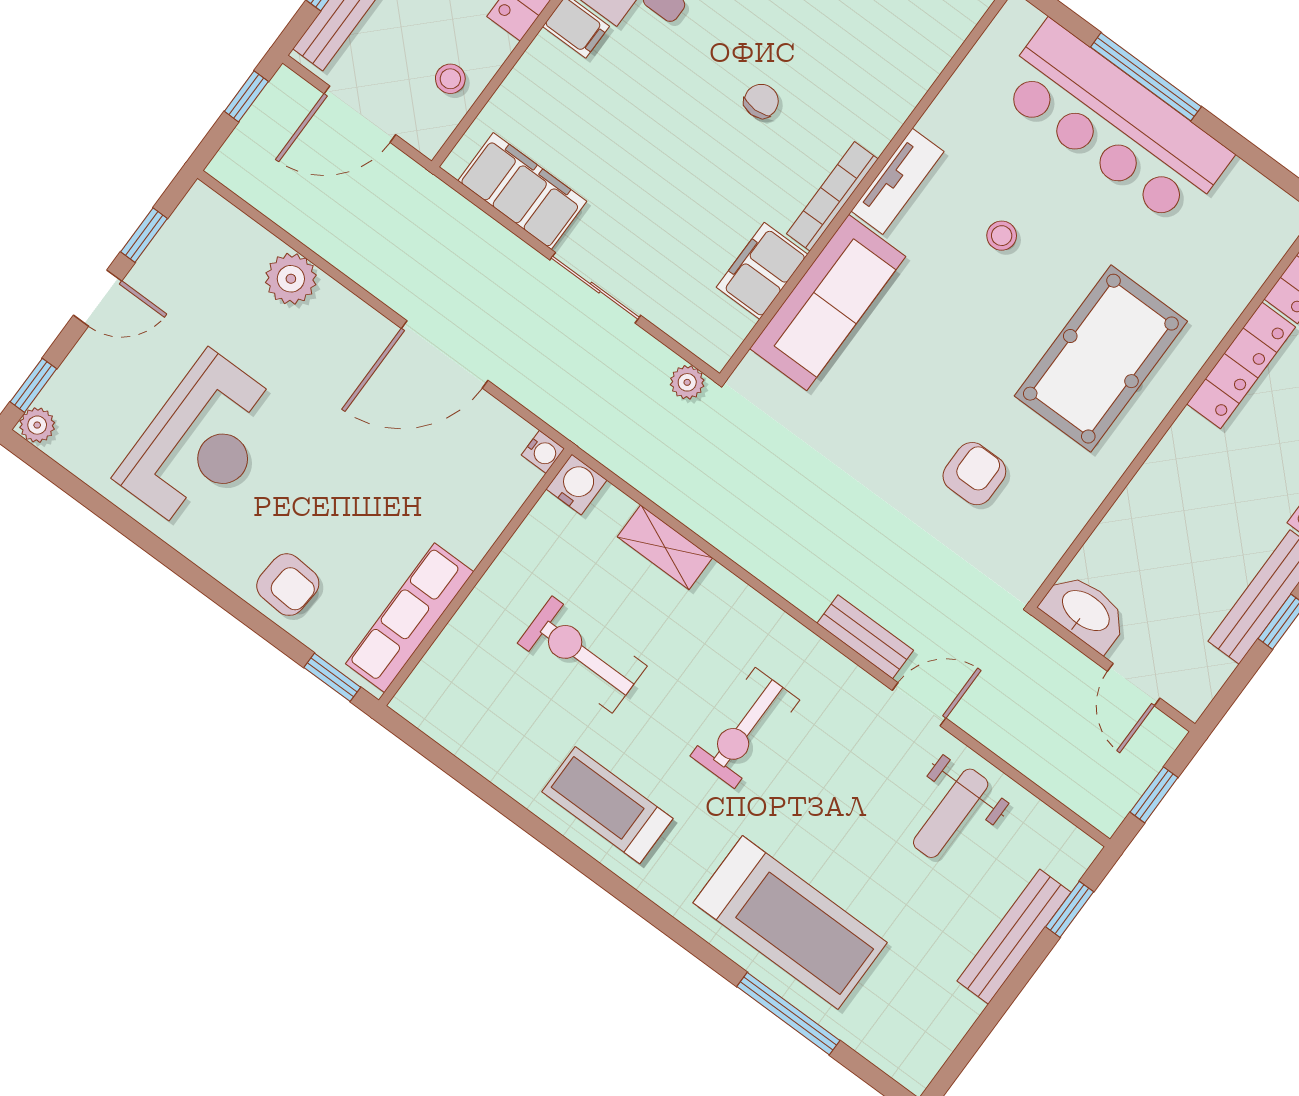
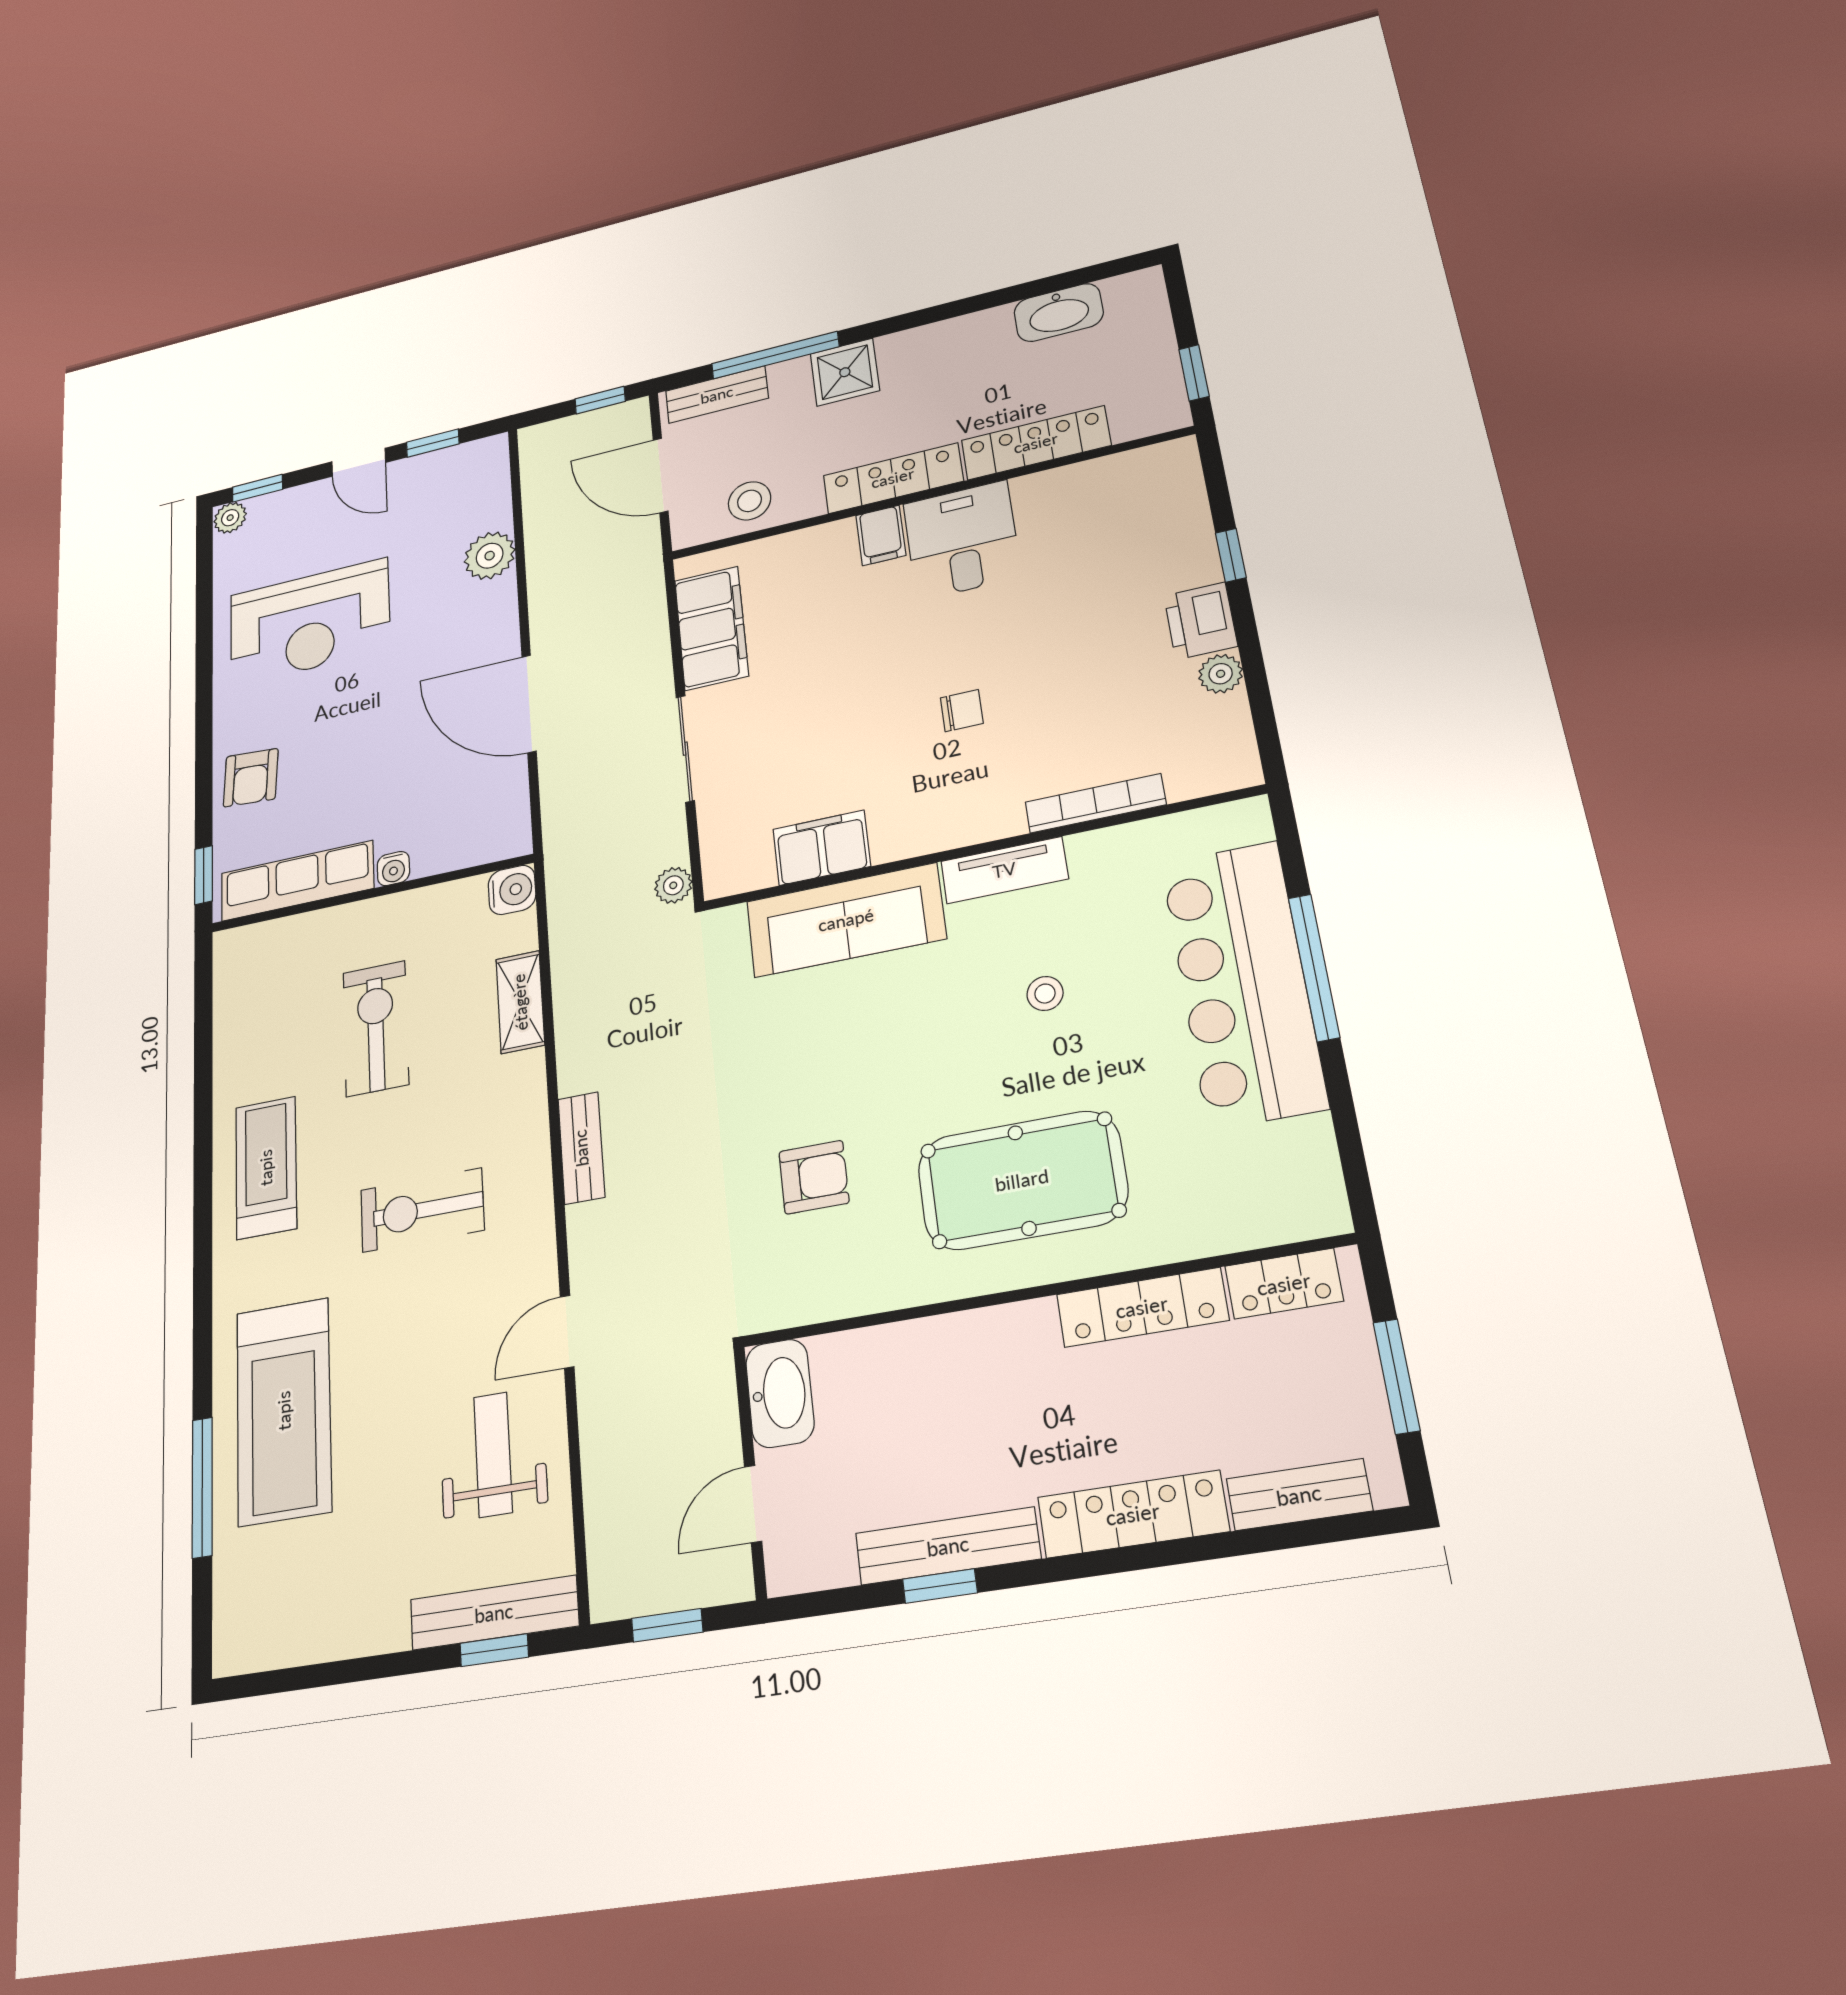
stool: (450, 79) -> (750, 501), width x1.37, depth x1.37
bookcase: (832, 196) -> (1095, 803), moved
water cooler: (543, 452) -> (393, 869), moved
bench: (865, 637) -> (581, 1148), moved
door: (919, 704) -> (567, 1332), swing flipped
weight bench: (951, 813) -> (493, 1454), turned 90
bench: (1014, 937) -> (494, 1613), moved

